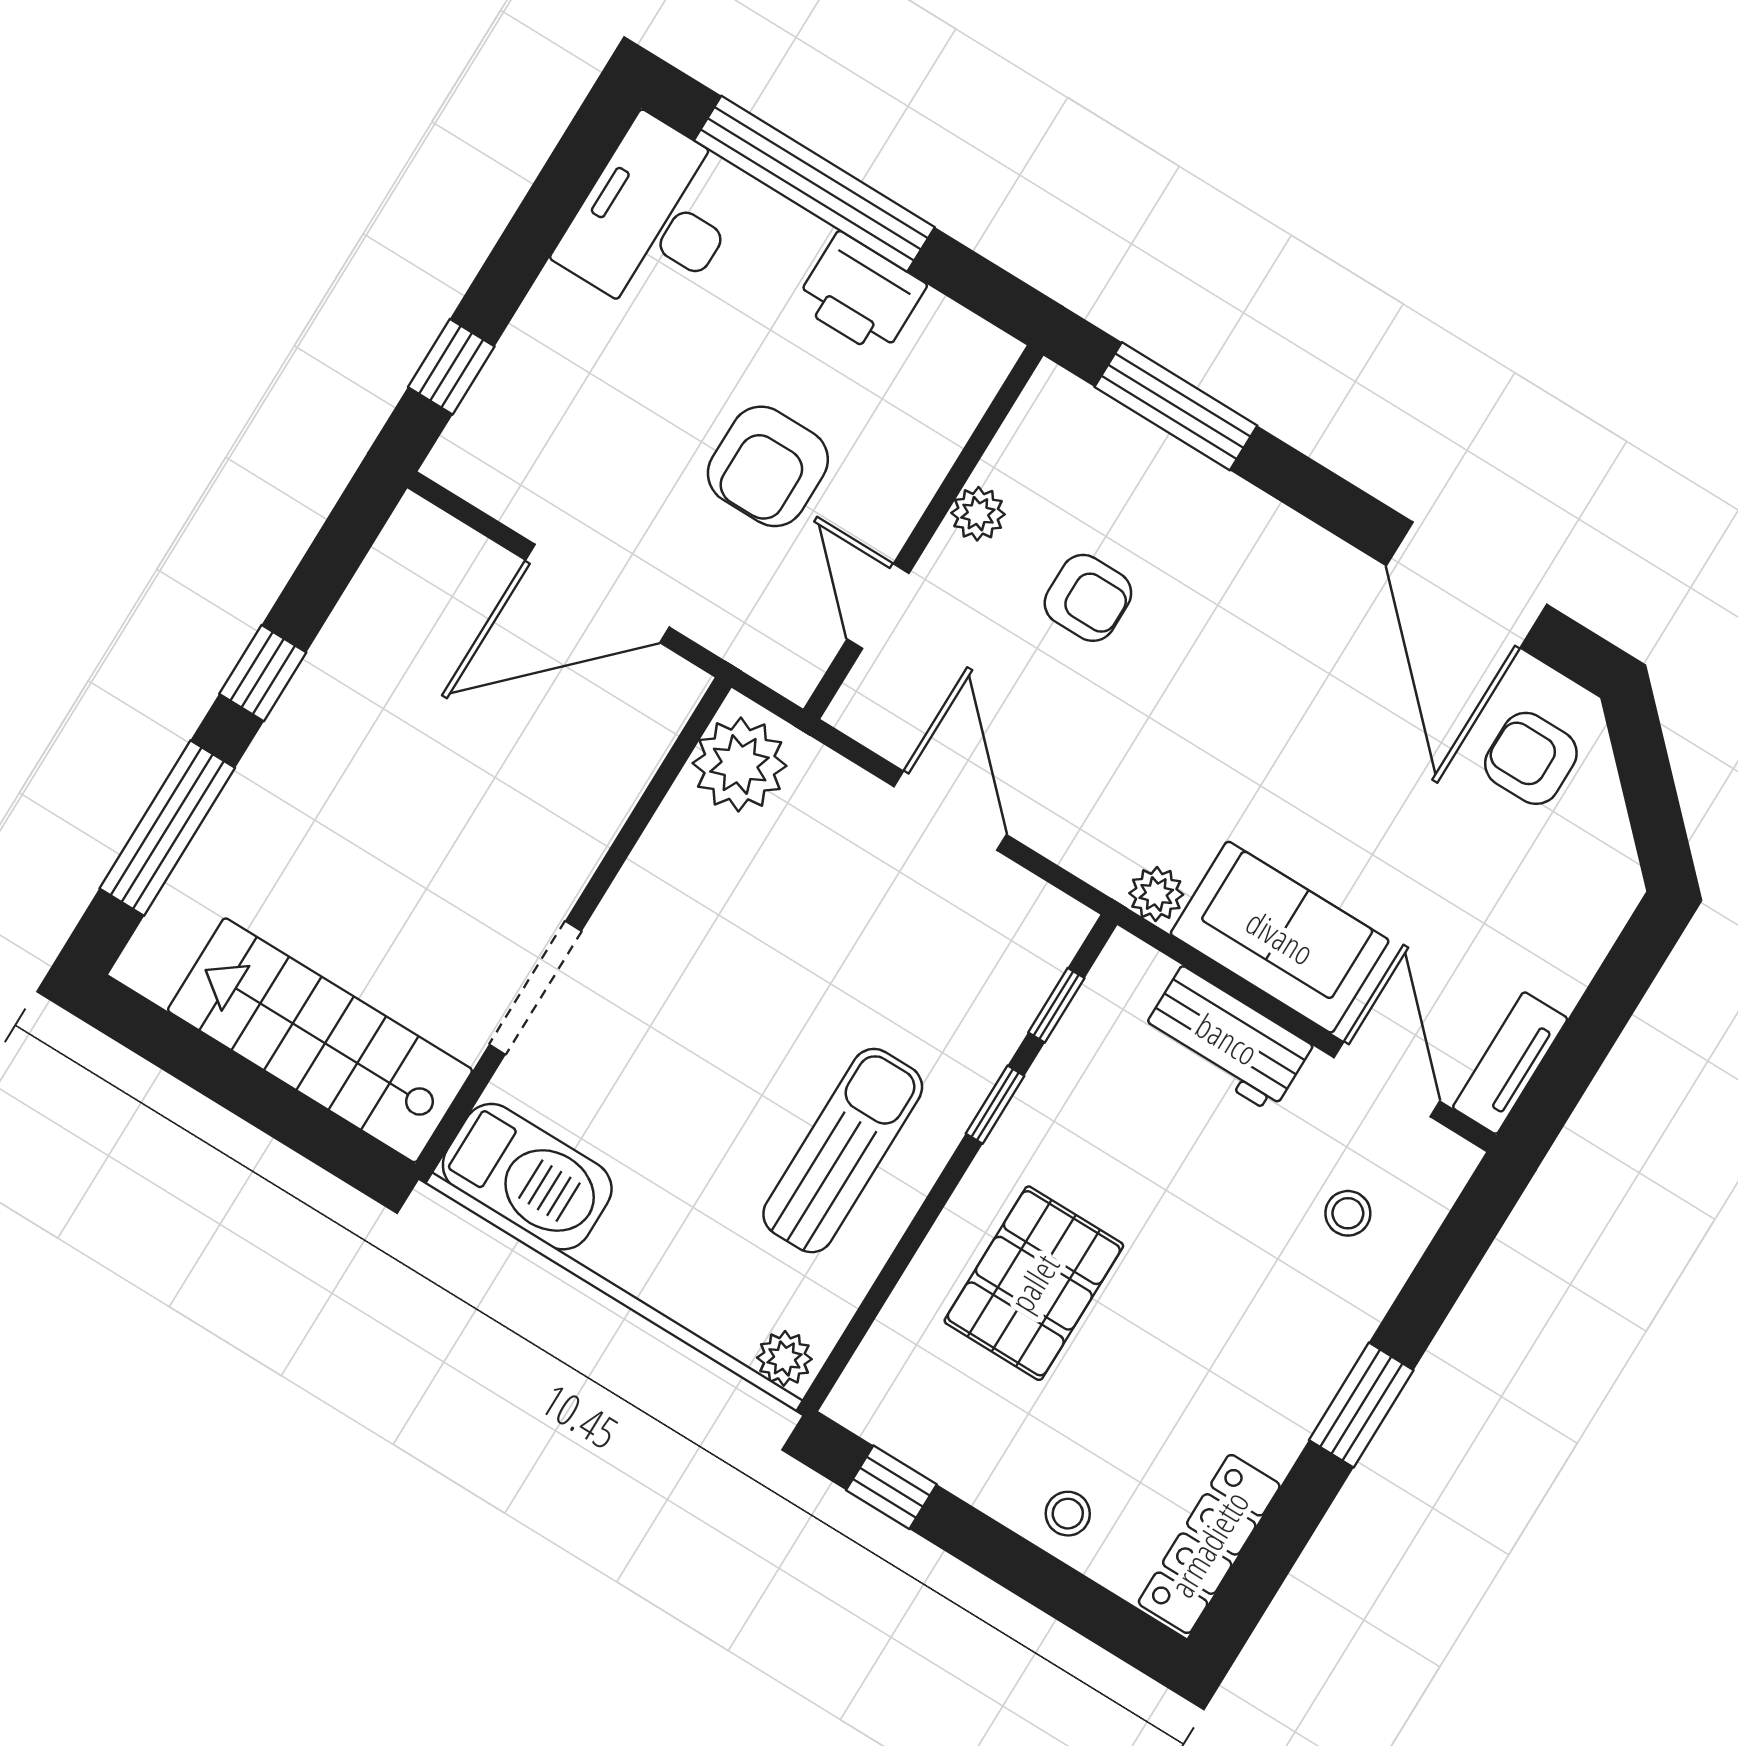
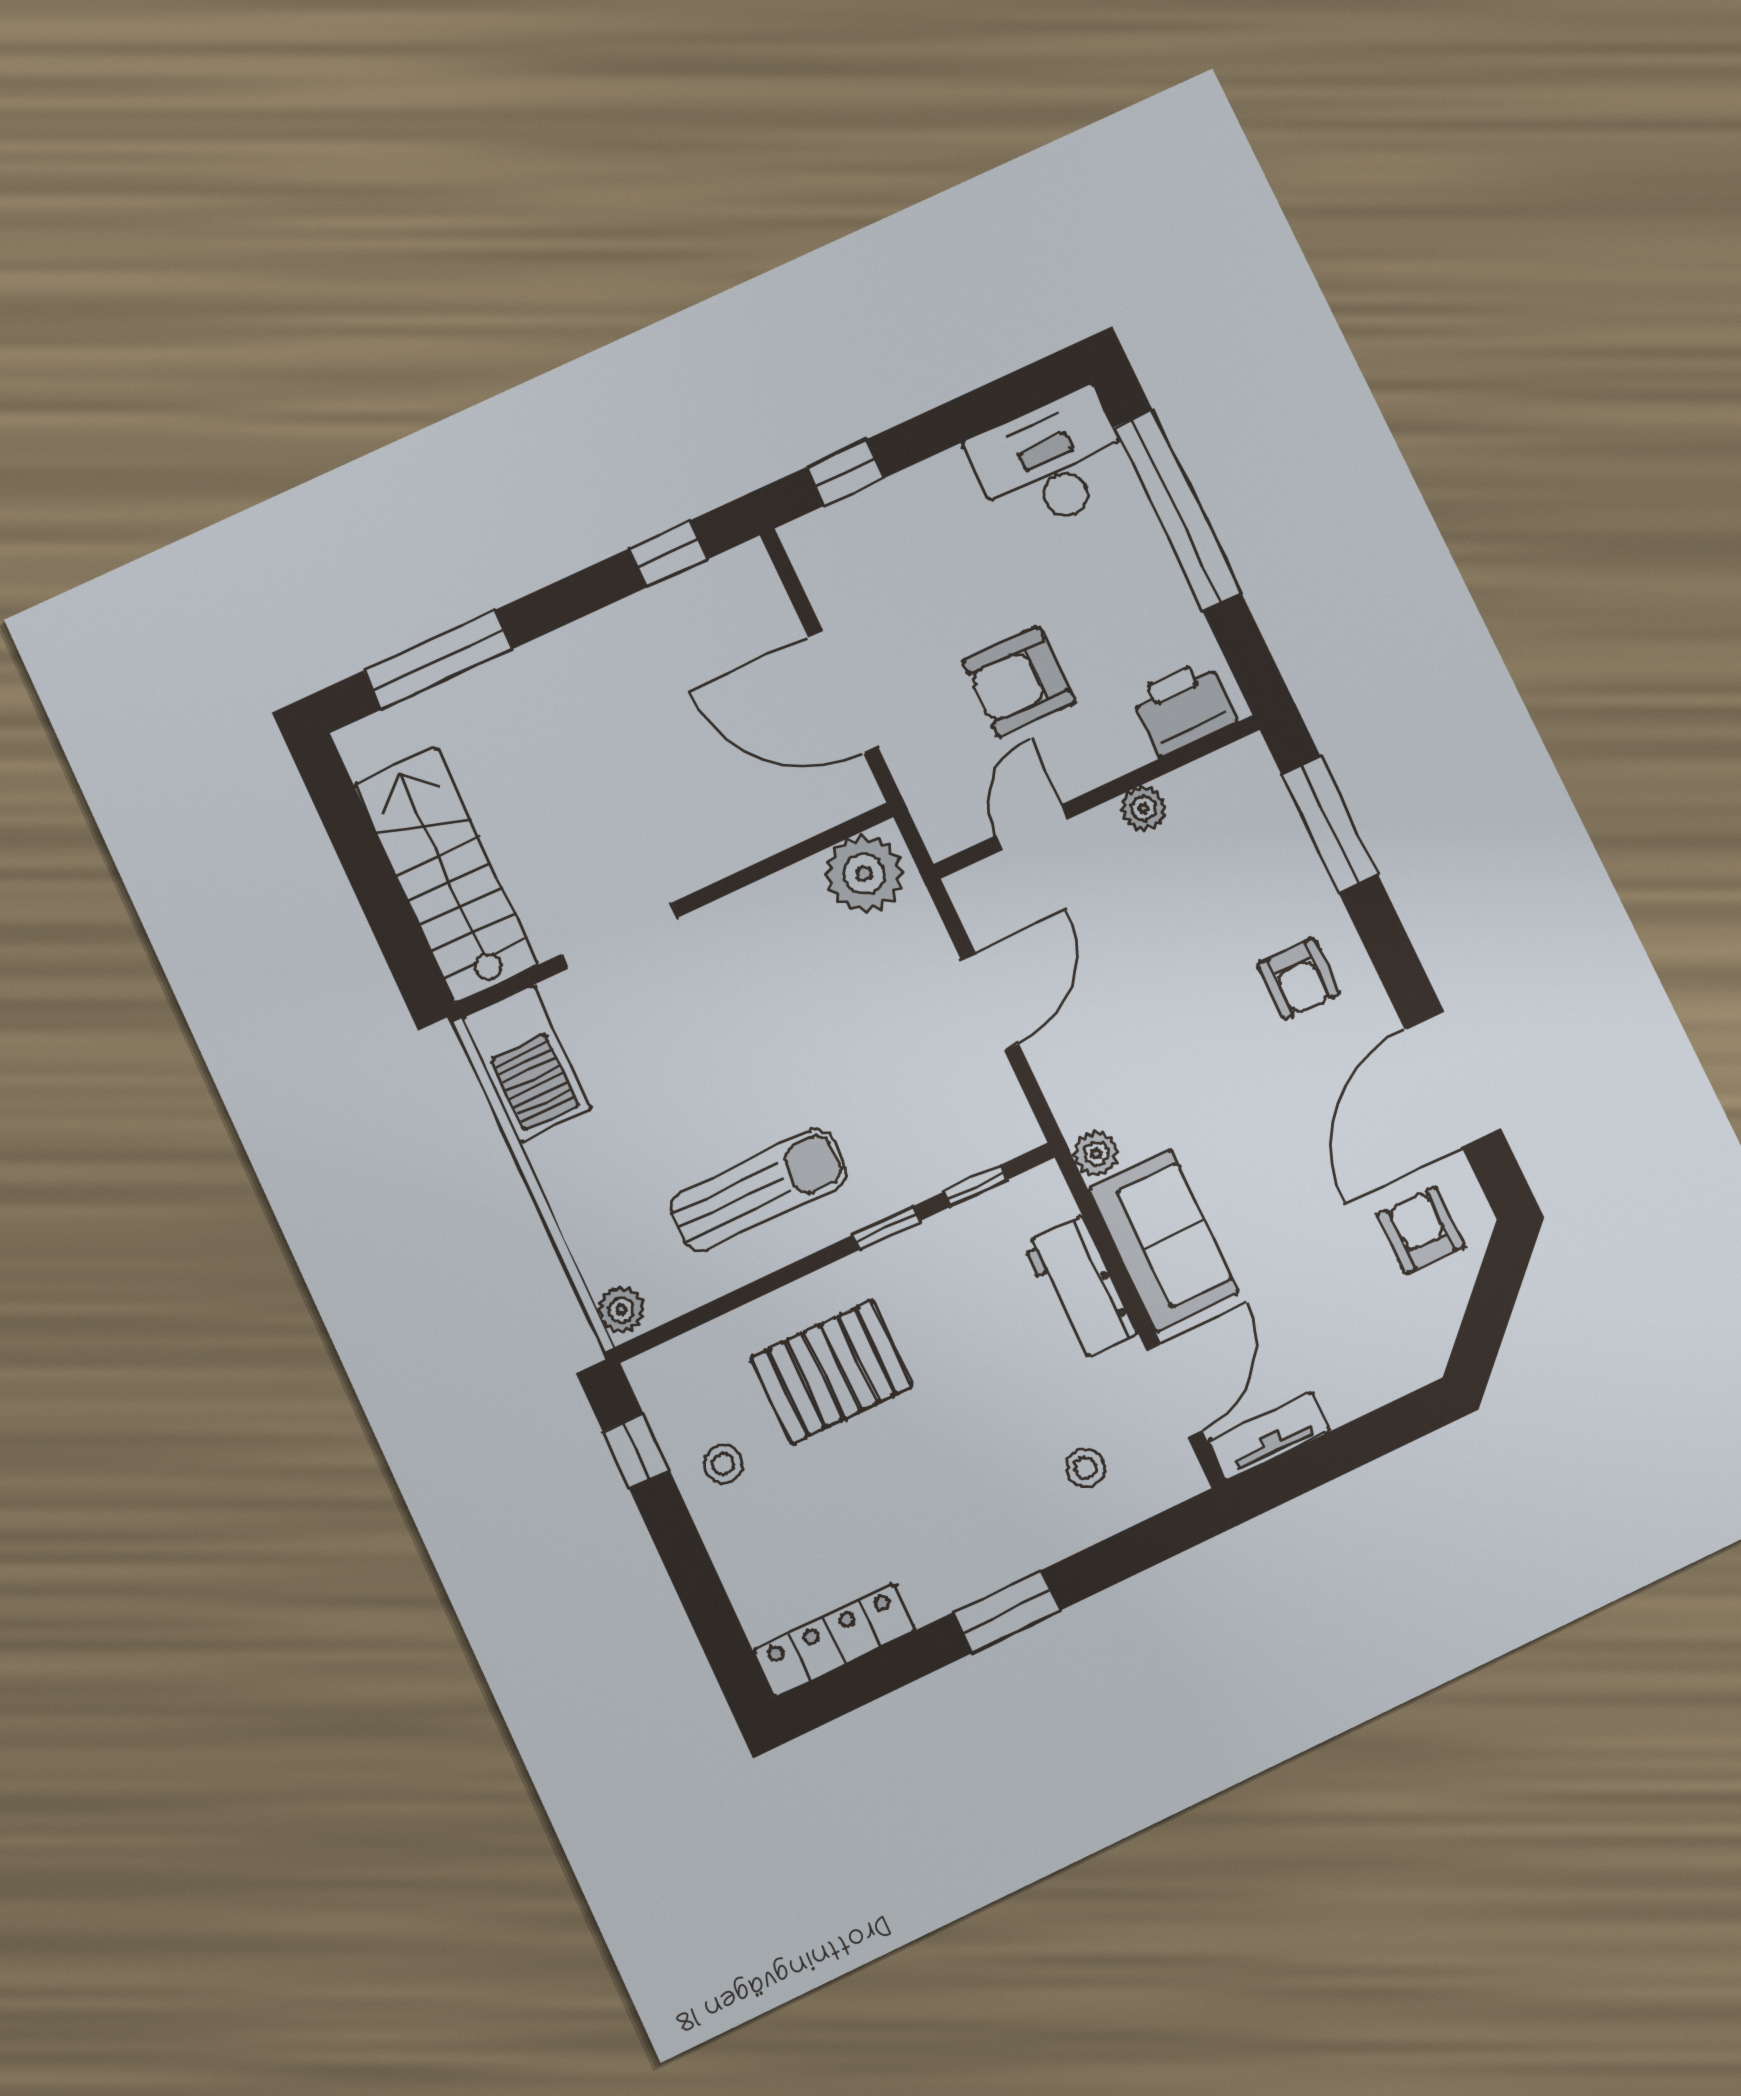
printer: (861, 294) -> (1184, 708), moved, turned 90
armchair: (1088, 598) -> (1299, 979), moved
window: (263, 673) -> (669, 554), moved
stool: (1068, 1514) -> (723, 1464), moved

